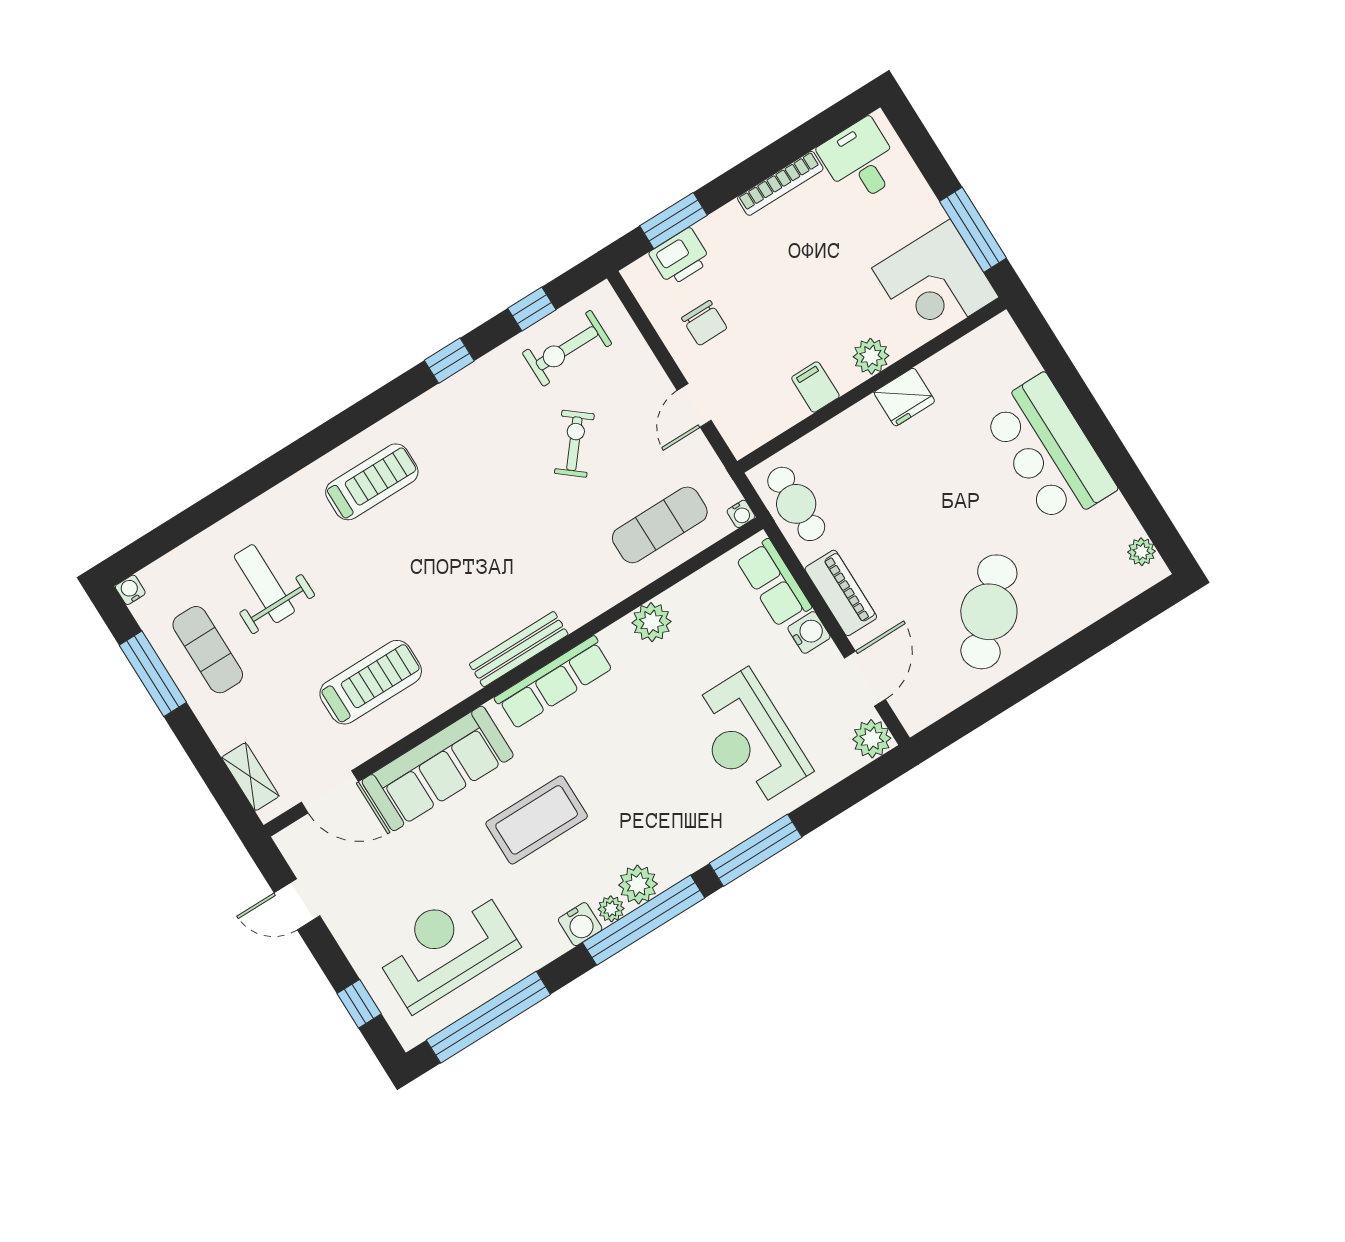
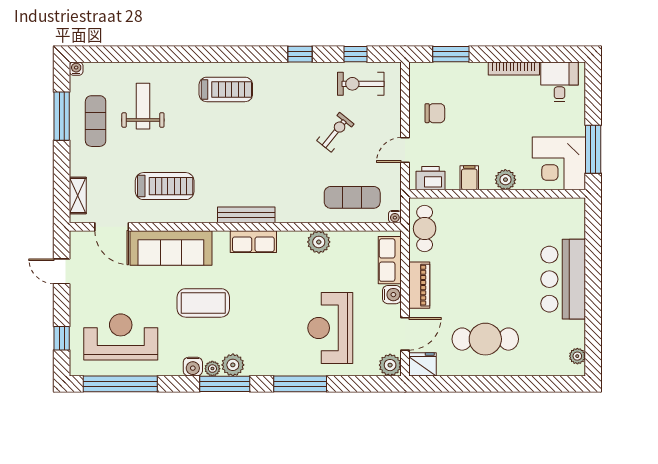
printer: (680, 257) -> (430, 178), moved, turned 180
chair: (704, 323) -> (435, 113), turned -90
fridge: (904, 397) -> (423, 364), moved, turned 180
cafe table: (989, 612) -> (485, 339), turned 46
row of seats: (554, 682) -> (253, 242), width x0.68
window: (644, 920) -> (225, 384), width x0.68

